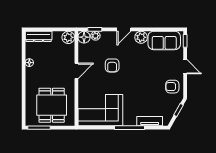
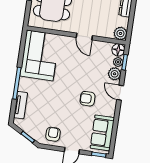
plant: (141, 37) -> (115, 74), moved
armchair: (112, 65) -> (87, 99), moved

